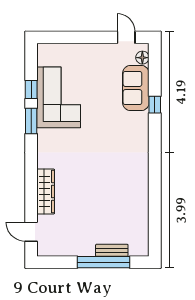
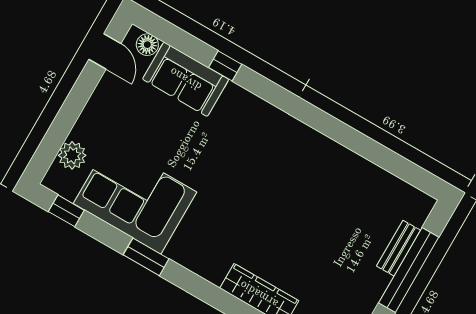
door: (126, 37) -> (105, 51), swing flipped
plant: (62, 52) -> (72, 155), added
window: (31, 90) -> (66, 211), moved

